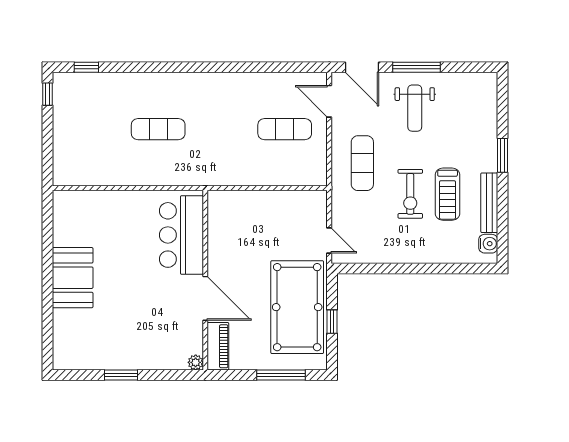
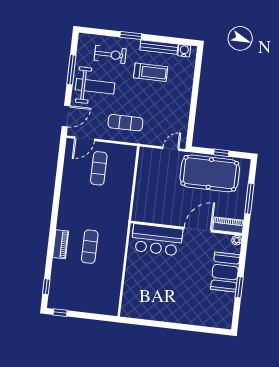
window: (417, 67) -> (71, 70), moved
piano: (157, 82) -> (61, 244), added
weight bench: (415, 108) -> (95, 86), width x1.36, depth x1.33
exercise bike: (410, 194) -> (110, 55), moved
booth: (73, 278) -> (225, 272), moved, turned 90
window: (281, 375) -> (249, 199), moved

